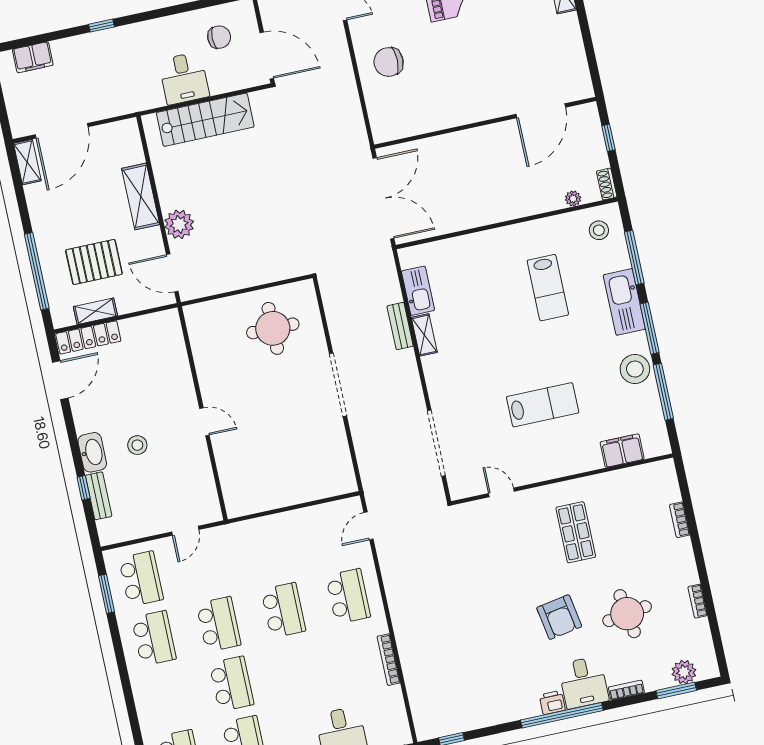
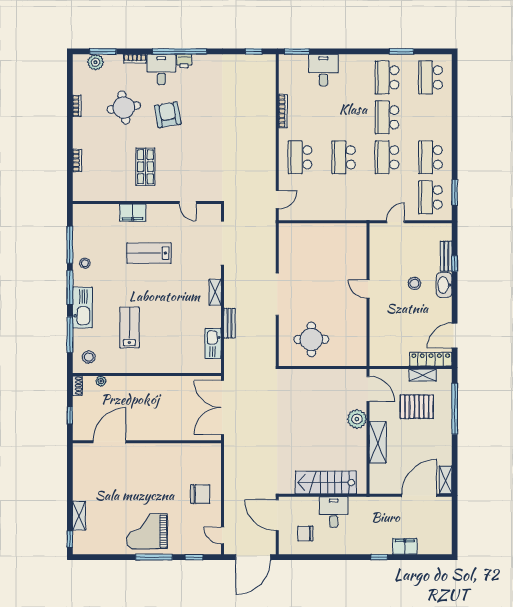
filing cabinet: (33, 57) -> (405, 546), moved
shelving: (424, 335) -> (215, 292), moved
stool: (635, 369) -> (85, 263), width x0.53, depth x0.53
filing cabinet: (622, 451) -> (133, 213), moved

